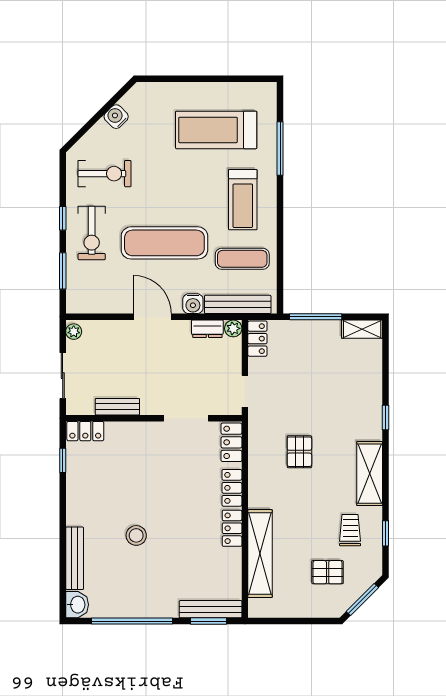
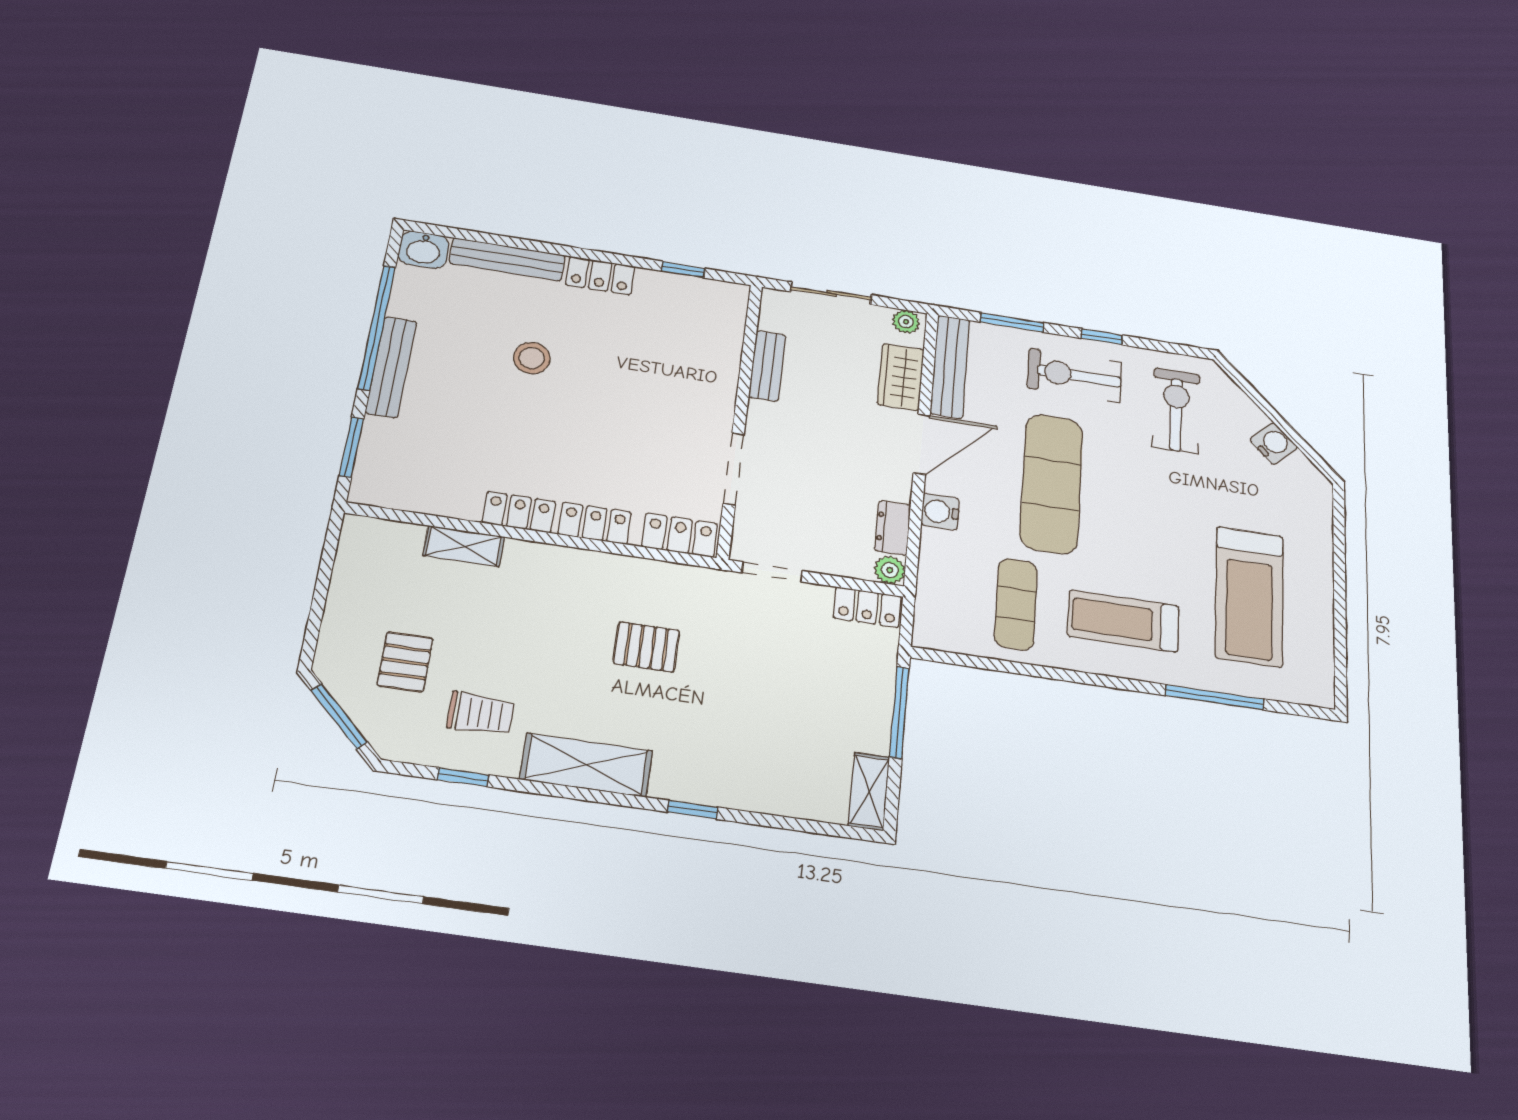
treadmill: (216, 130) -> (1249, 596), turned 180
exercise bike: (105, 174) -> (1176, 411), turned 180
bench: (238, 304) -> (950, 366), moved
wardrobe: (111, 332) -> (901, 377), added
locker: (85, 431) -> (600, 276), moved, turned -90
shelving: (260, 554) -> (464, 546), width x0.45, depth x0.75
bench: (211, 609) -> (391, 367), moved

